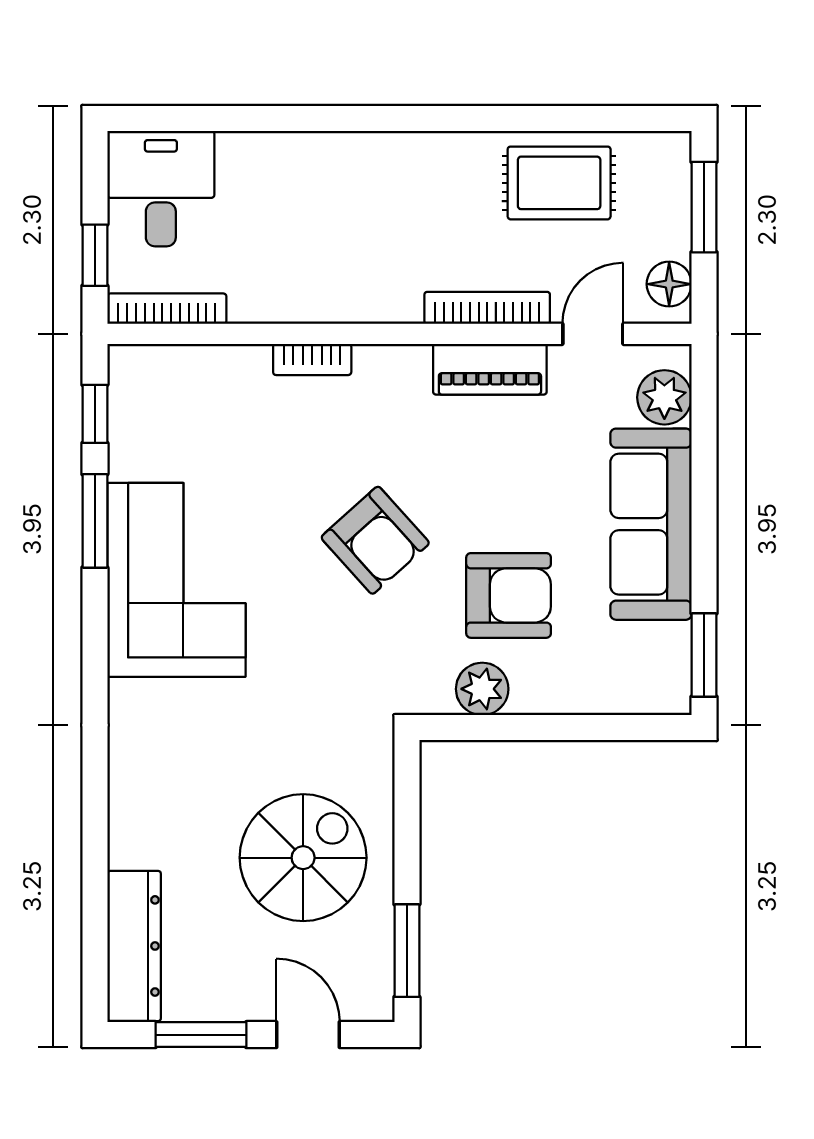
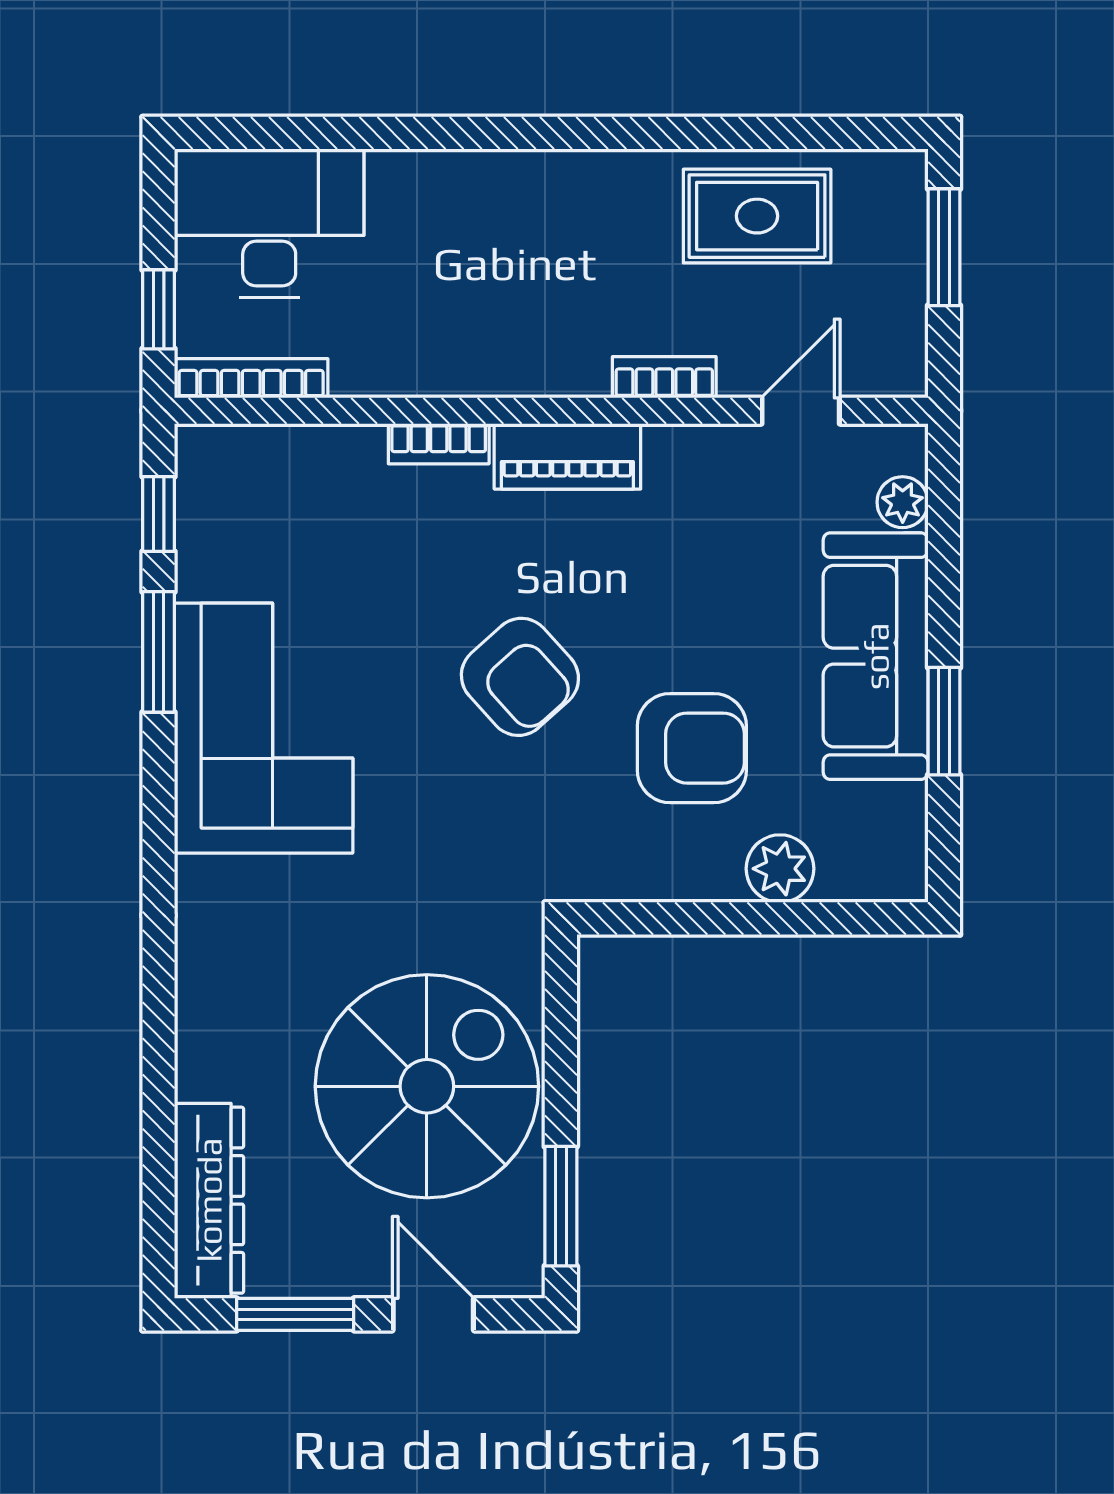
desk: (161, 189) -> (269, 223), width x1.37
floor lamp: (669, 284) -> (899, 346), removed
bookcase: (487, 308) -> (664, 377), width x0.64
piano: (490, 369) -> (567, 456), moved
plant: (664, 397) -> (903, 502), width x0.73, depth x0.73
window: (704, 655) -> (944, 721), moved
plant: (482, 689) -> (780, 869), moved
spiral stairs: (303, 858) -> (427, 1086), width x1.37, depth x1.37

